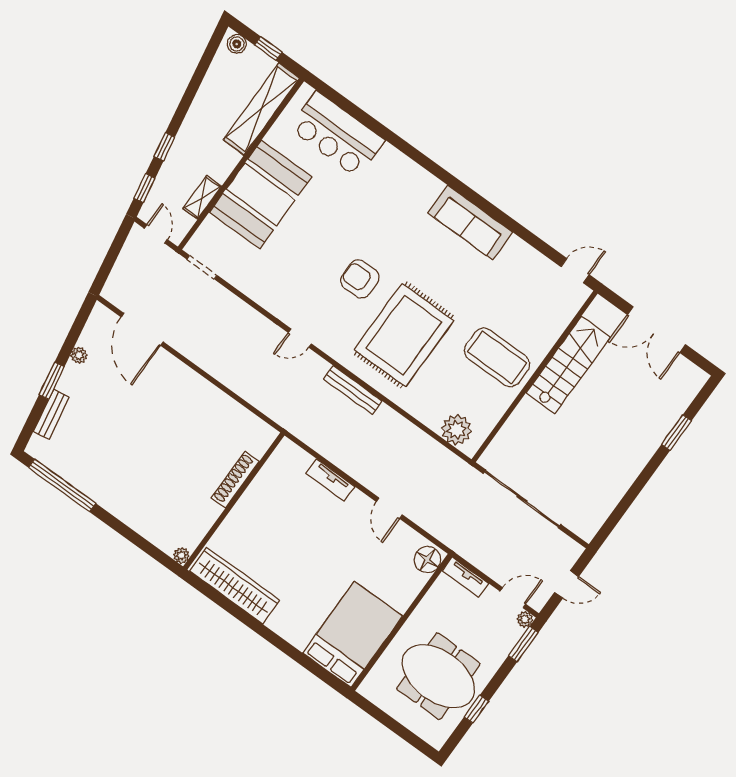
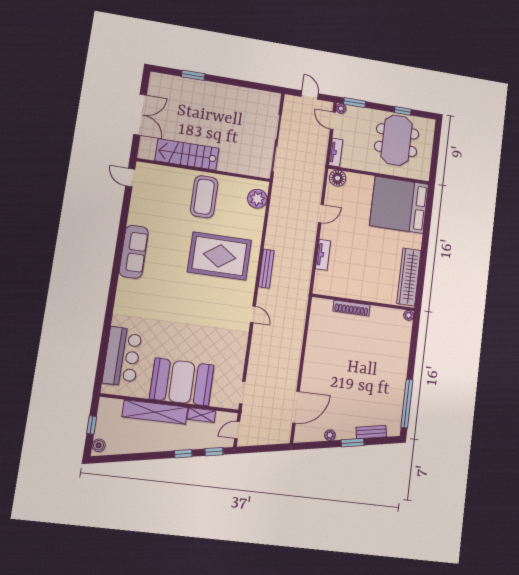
shelving: (261, 109) -> (155, 412), moved
armchair: (360, 279) -> (201, 298), removed
bed: (353, 635) -> (399, 205), width x1.36

